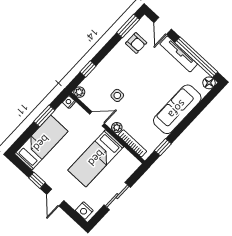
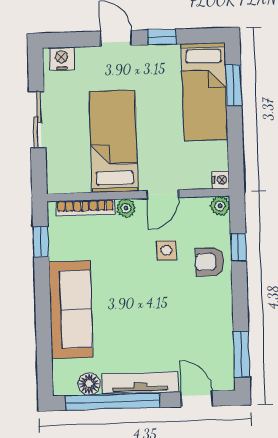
armchair: (136, 43) -> (210, 262), moved
floor lamp: (209, 83) -> (89, 384), moved
window: (44, 116) -> (234, 85), moved

